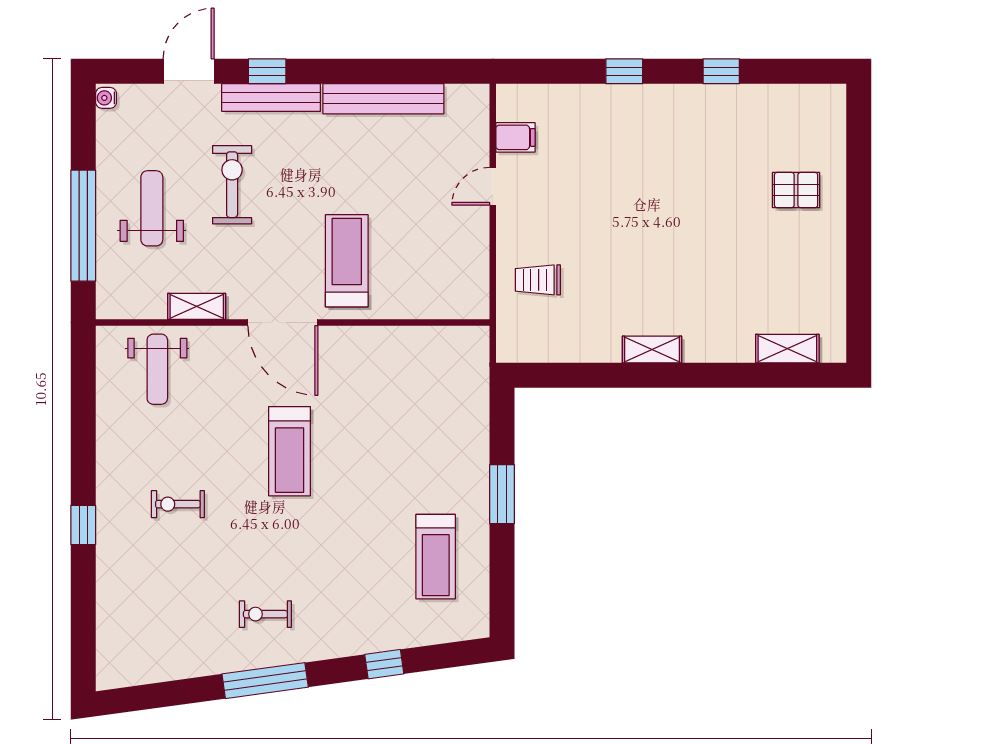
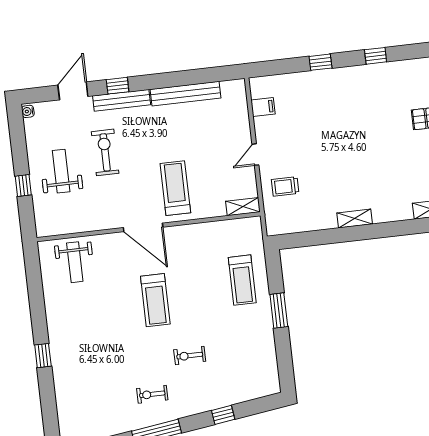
door: (493, 186) -> (255, 155), moved
window: (83, 226) -> (23, 186), width x0.32
shelving: (197, 306) -> (243, 207), moved
exercise bike: (178, 504) -> (190, 356), moved
treadmill: (436, 557) -> (242, 280), moved

